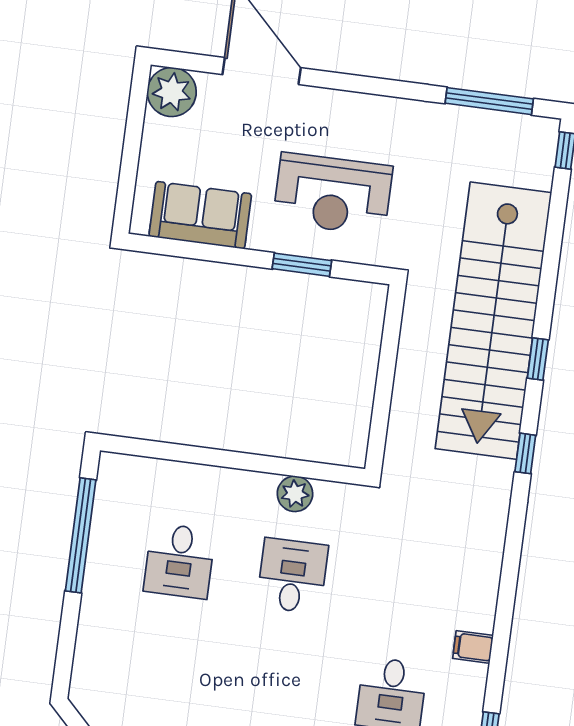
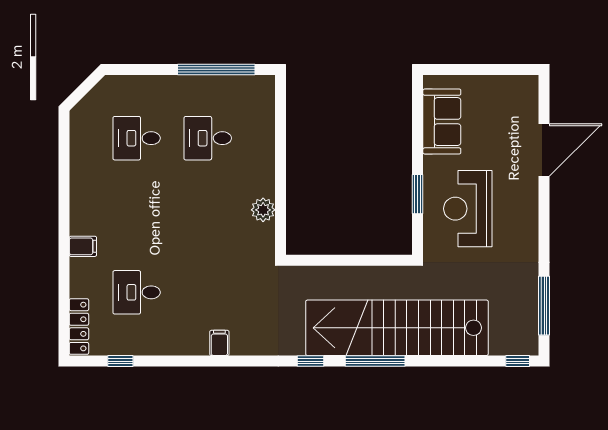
plant: (172, 92) -> (522, 91), removed
window: (538, 359) -> (375, 361), width x2.17
desk: (292, 576) -> (137, 138), moved, turned 180
filing cabinet: (473, 647) -> (219, 343), moved

